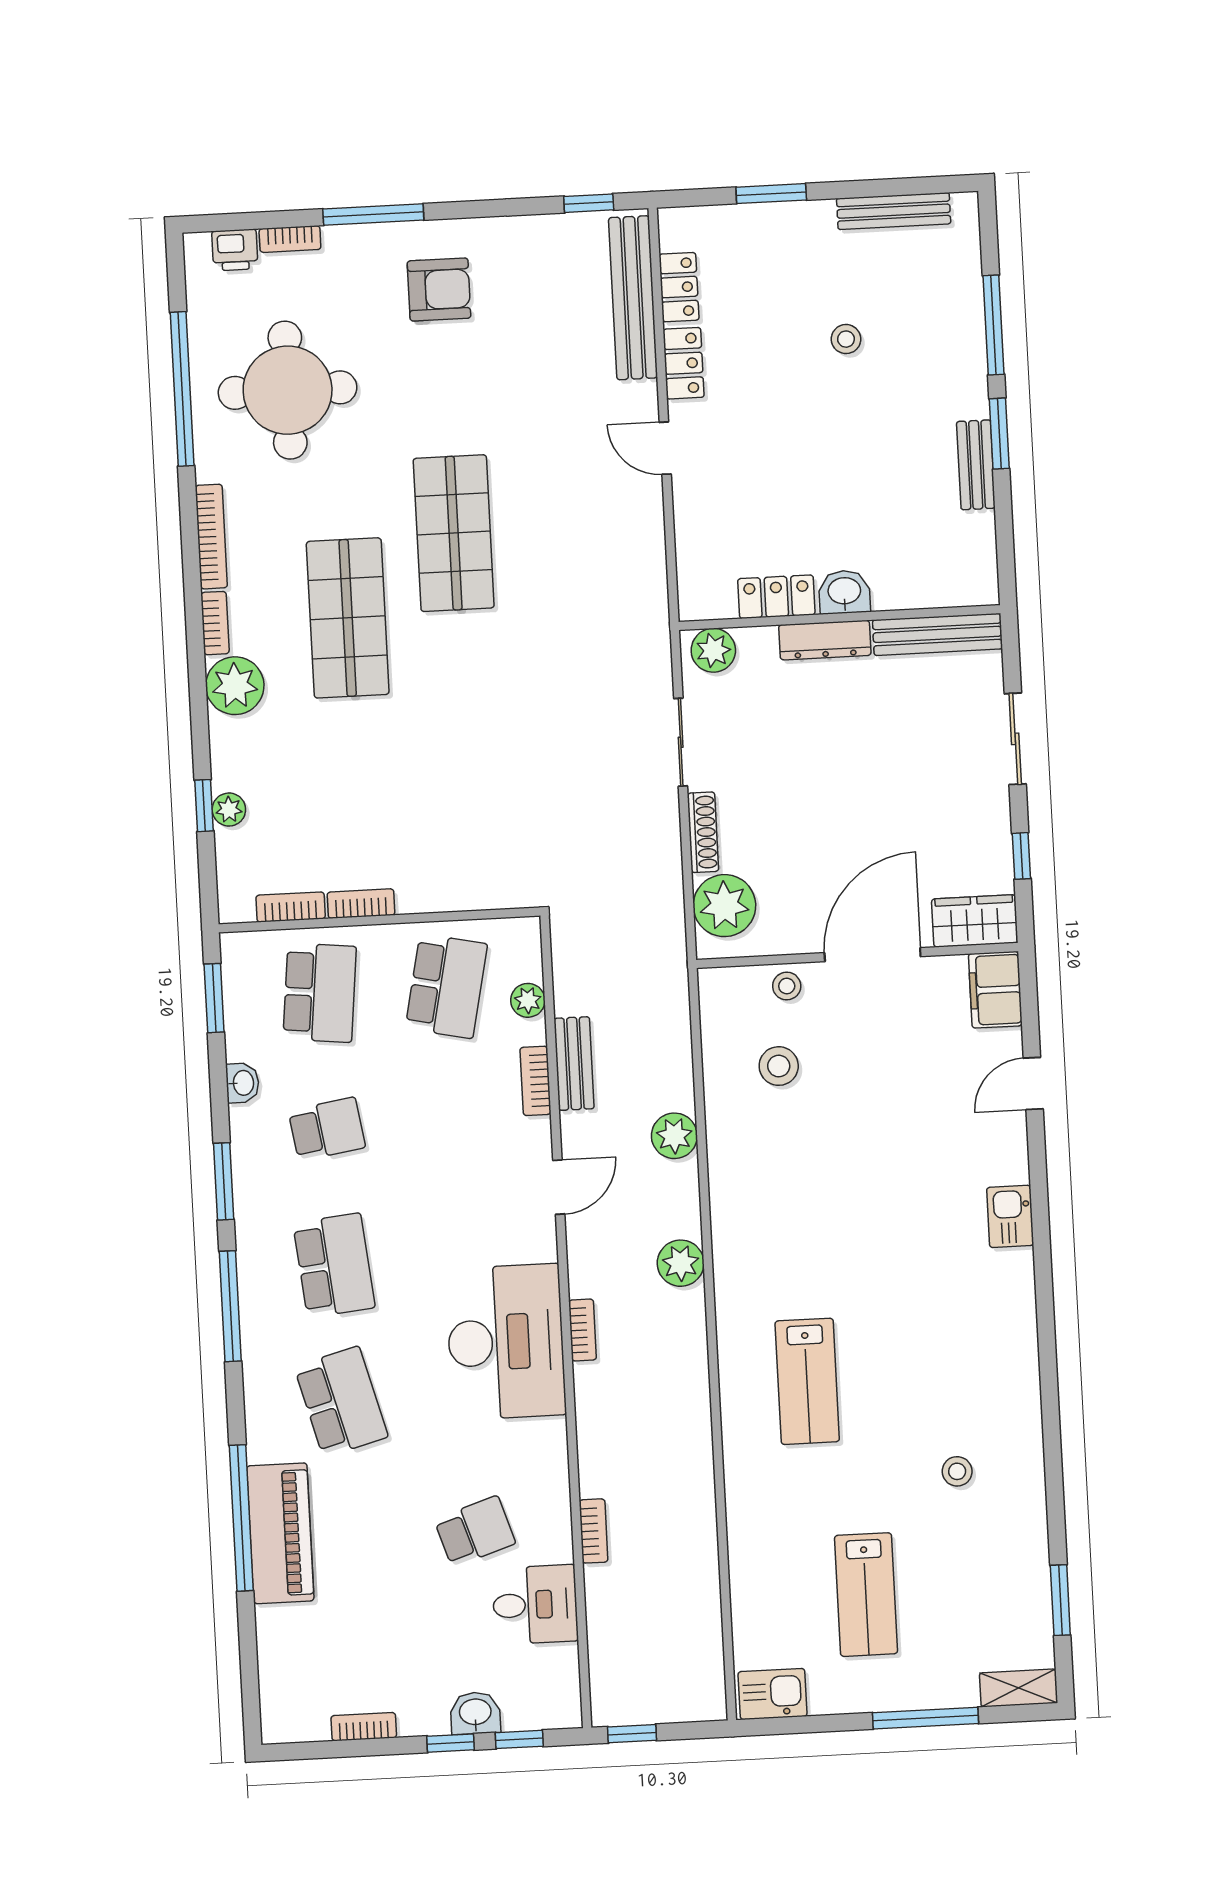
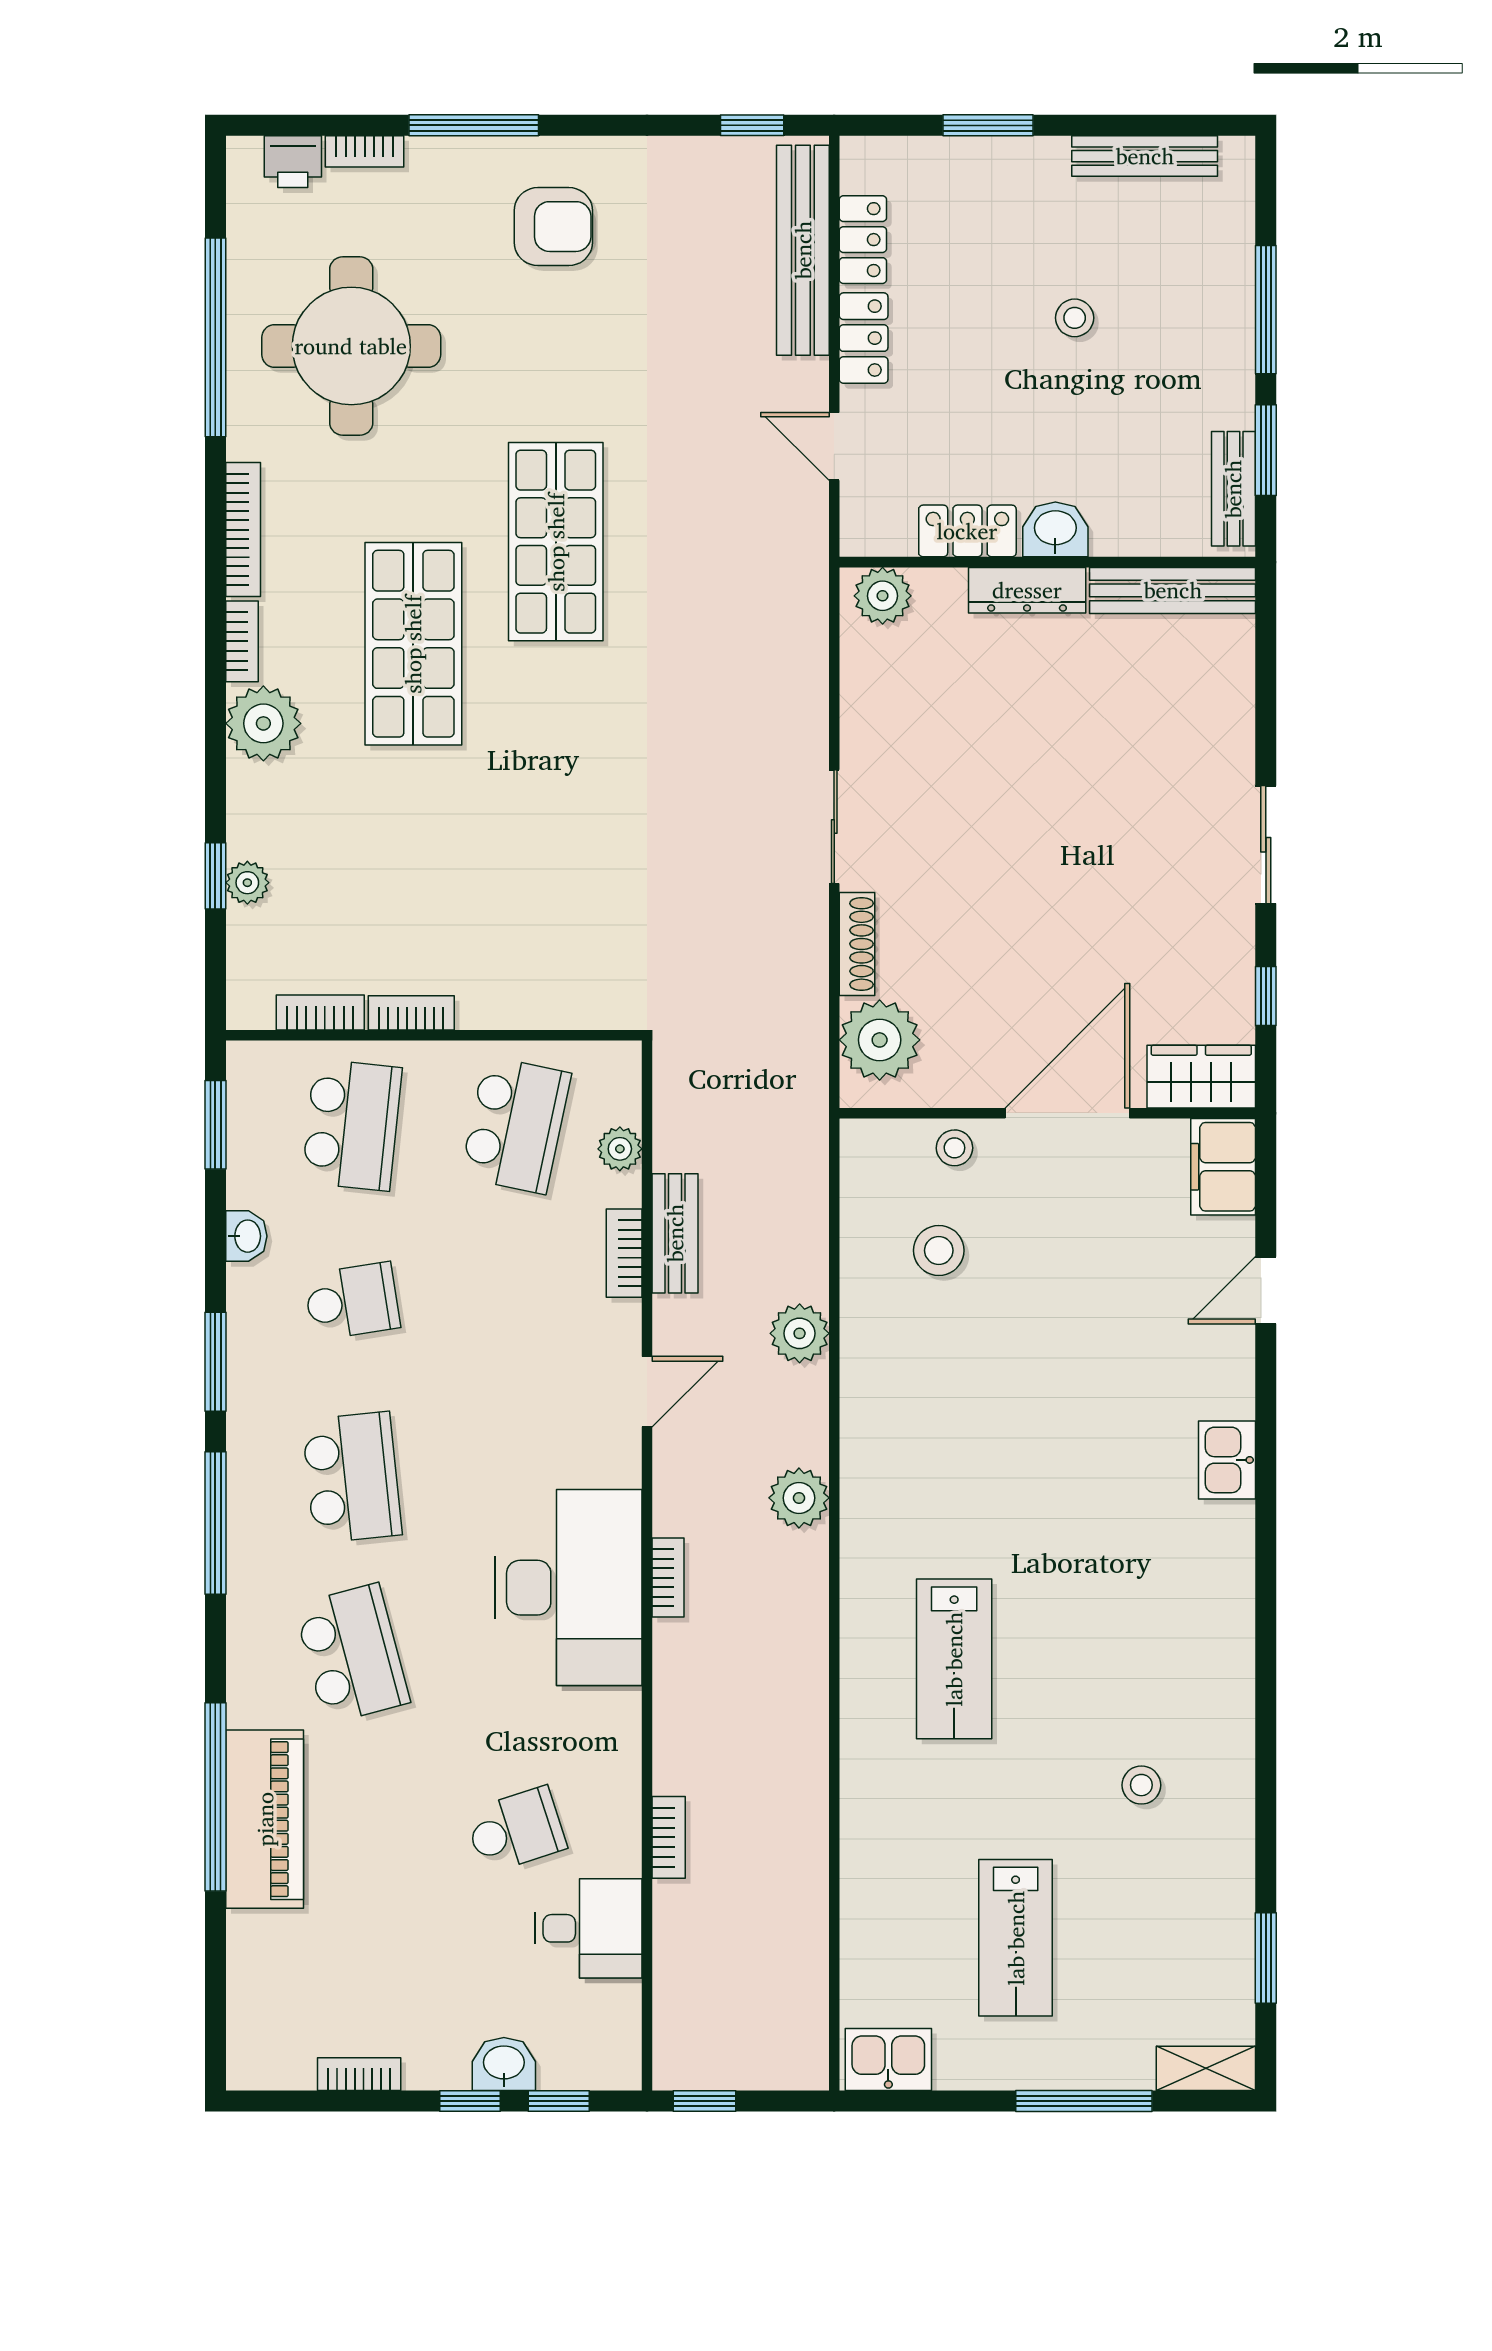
washbasin: (844, 592) -> (1055, 529), moved
locker: (776, 597) -> (967, 531), moved
wall: (839, 618) -> (1047, 562), moved
bench: (937, 634) -> (1173, 590), moved
dresser: (825, 640) -> (1027, 590), moved
plant: (713, 650) -> (883, 596), moved

